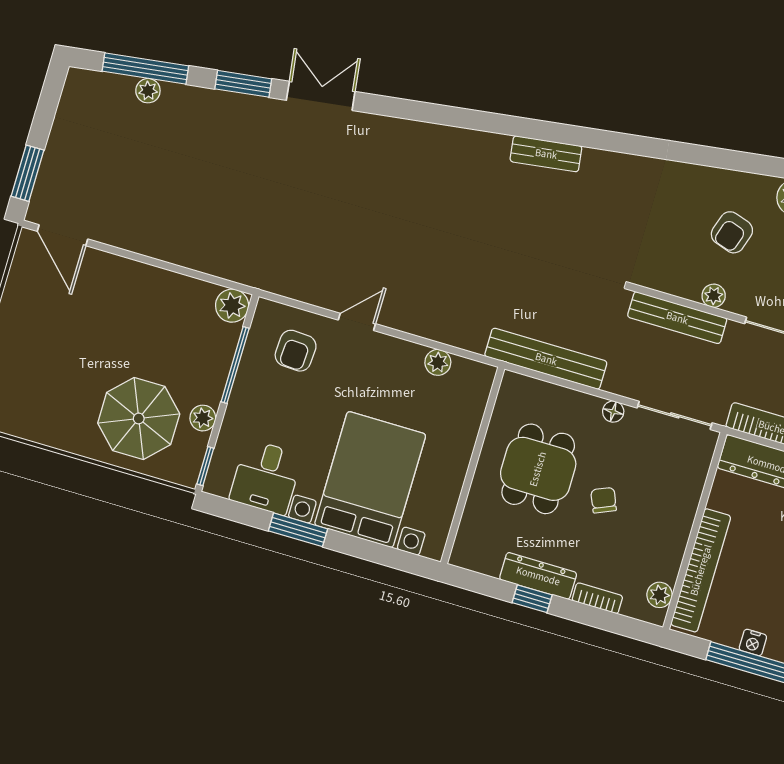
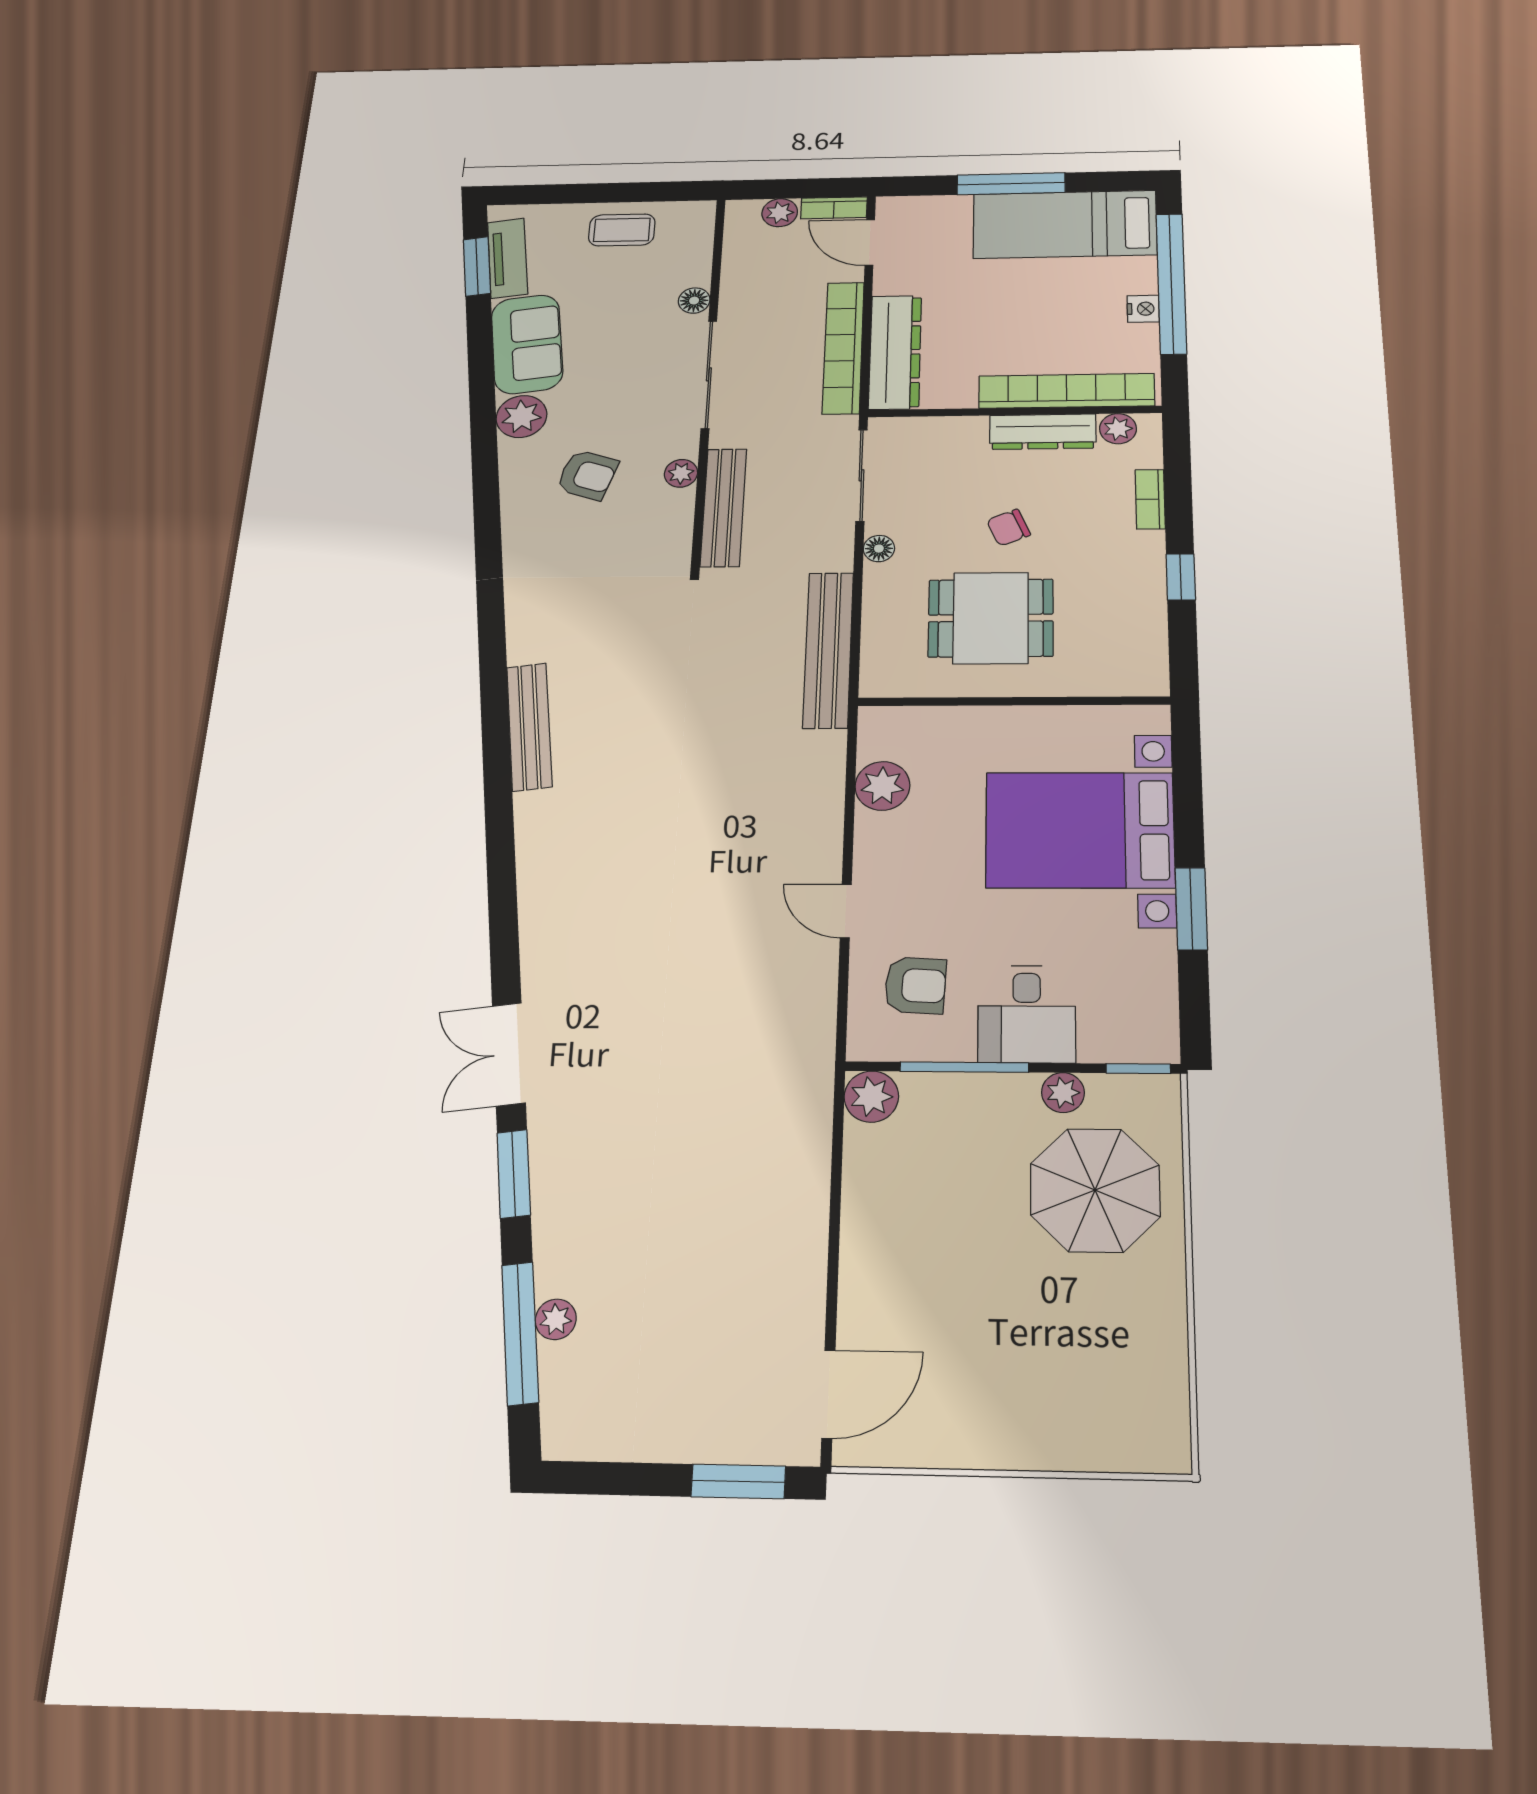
bench: (546, 154) -> (529, 727), width x1.36
plant: (438, 362) -> (882, 786), width x1.38, depth x1.38
desk: (266, 477) -> (1027, 1014), moved, turned 90
dresser: (538, 576) -> (1043, 432), moved, turned -90

